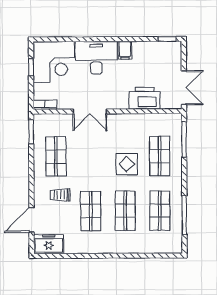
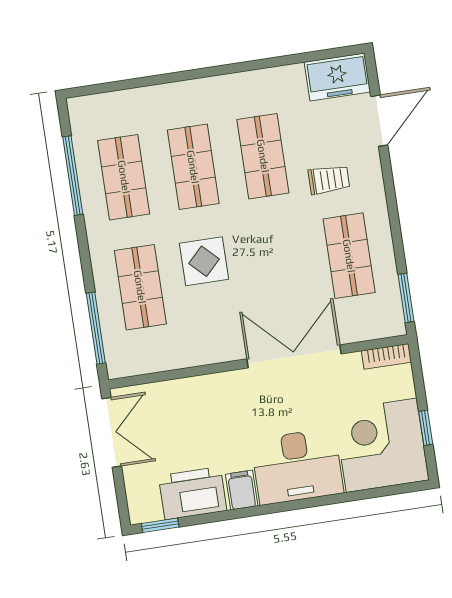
double door: (184, 88) -> (112, 432), swing flipped
printer: (145, 98) -> (193, 493), moved, turned 180
double door: (90, 111) -> (294, 356), width x1.37

